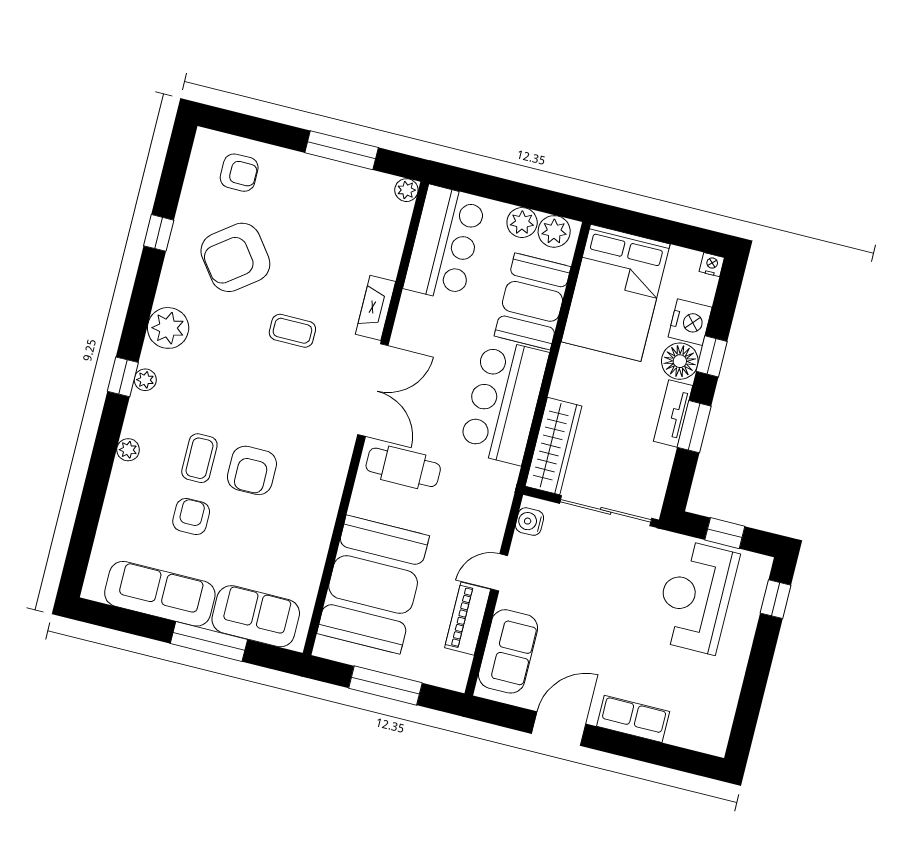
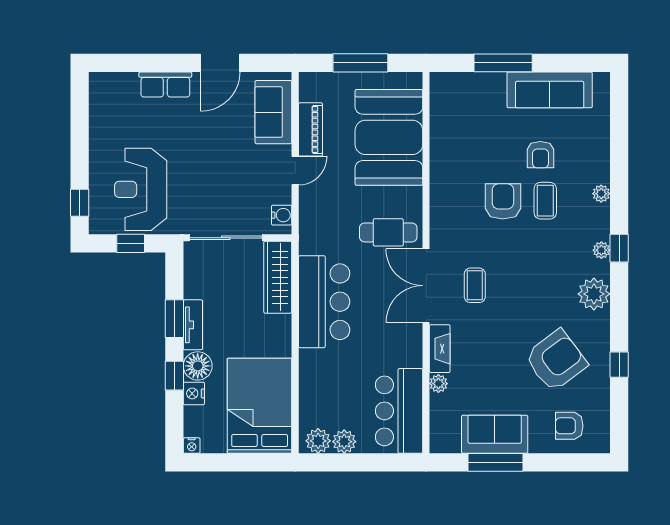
plant: (406, 190) -> (438, 384), moved
booth: (533, 301) -> (321, 383), removed
nightstand: (690, 322) -> (194, 393), width x0.74, depth x0.75
coffee table: (292, 331) -> (475, 285), moved, turned 90
reception desk: (696, 597) -> (141, 189), turned 180
sofa: (256, 616) -> (495, 434), moved, turned 180

